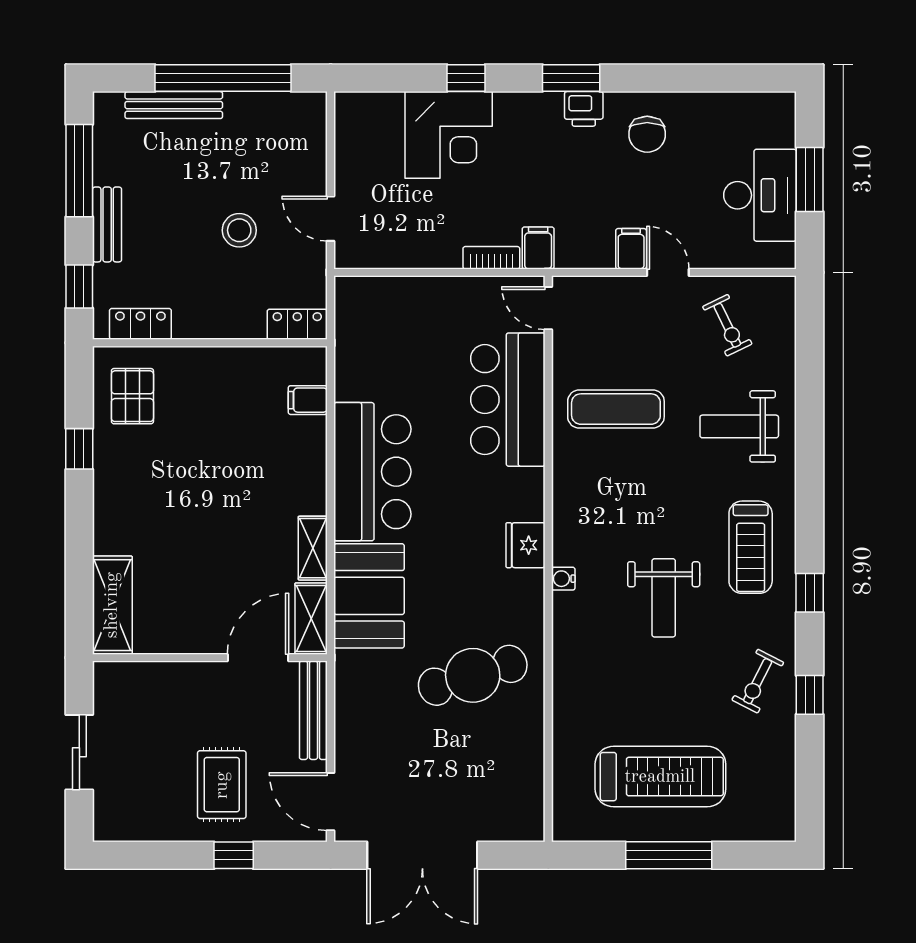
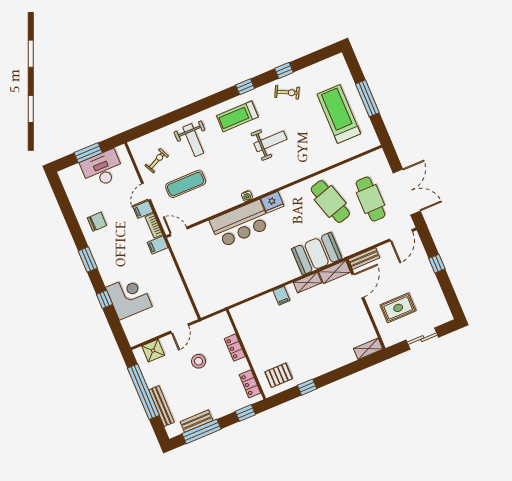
printer: (584, 109) -> (97, 250), removed
shower: (306, 139) -> (153, 351), added
bench: (107, 224) -> (197, 421), moved
bookcase: (491, 258) -> (154, 226), moved
door: (548, 308) -> (179, 231), swing flipped
locker: (297, 324) -> (235, 348), moved
filing cabinet: (308, 400) -> (281, 296), moved
bar counter: (508, 400) -> (240, 224), moved
exercise mat: (616, 409) -> (186, 184), moved, turned 90
bar counter: (372, 472) -> (269, 272), removed
treadmill: (751, 547) -> (237, 116), turned 180
water cooler: (563, 579) -> (247, 196), moved
shelving: (112, 605) -> (368, 349), width x0.67, depth x0.75
door: (258, 658) -> (358, 286), swing flipped
bench: (313, 710) -> (364, 259), width x0.73
cafe table: (441, 768) -> (370, 199), added
rug: (222, 785) -> (398, 308), moved

